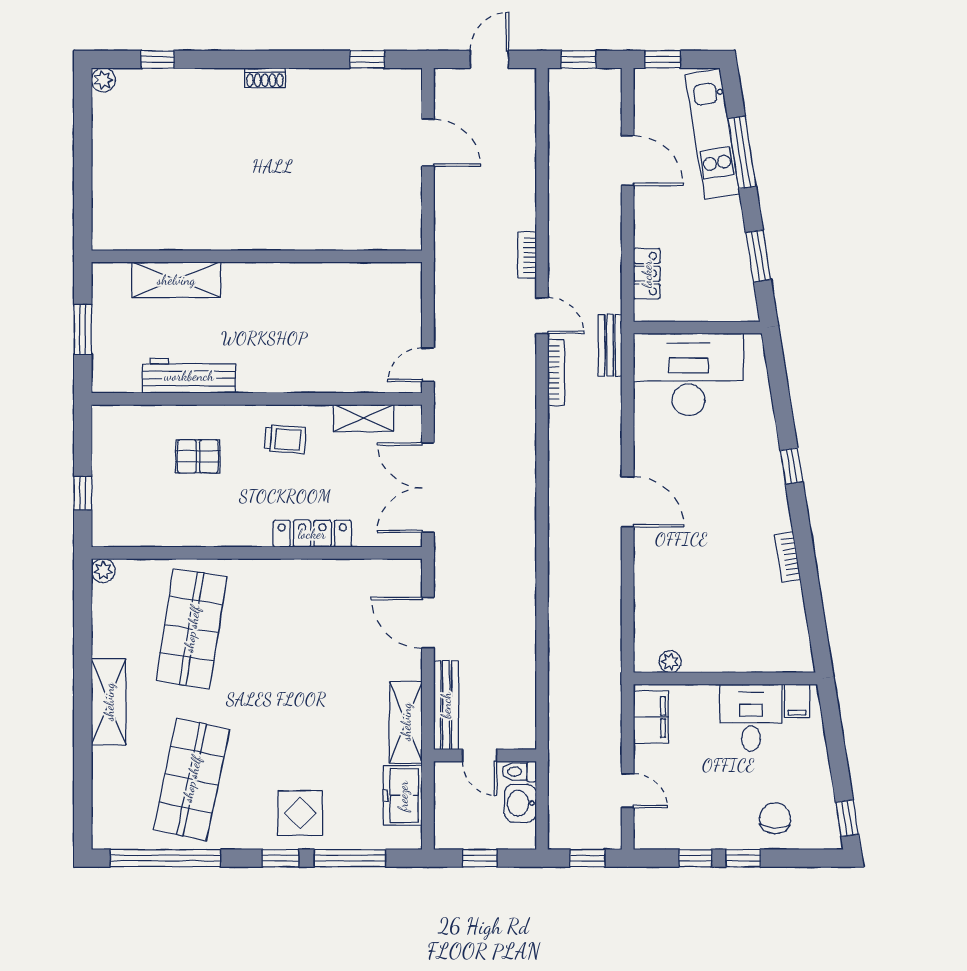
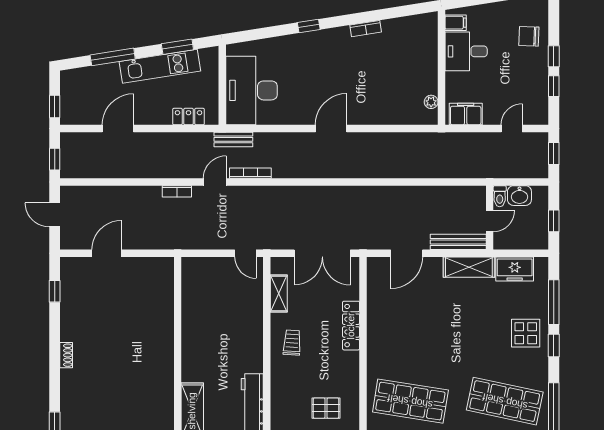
kitchen unit: (712, 134) -> (160, 66), moved
pallet: (198, 456) -> (326, 408), moved, turned 90

